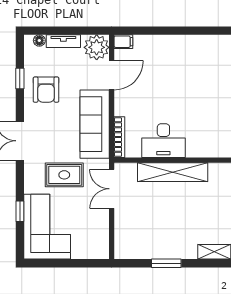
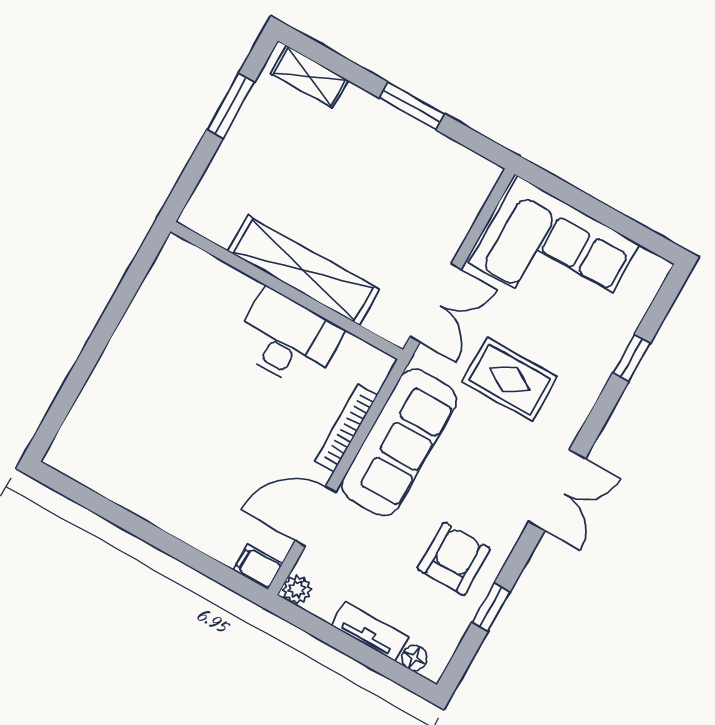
plant: (97, 47) -> (297, 589), width x0.53, depth x0.53
bookcase: (119, 137) -> (346, 428), moved
corner sofa: (47, 227) -> (554, 254), moved, turned -90

